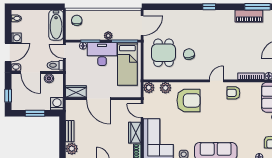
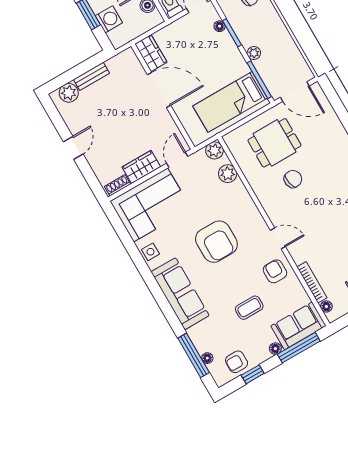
desk: (102, 54) -> (224, 59), removed
door: (99, 99) -> (159, 90), swing flipped
armchair: (188, 100) -> (216, 242), moved
washing machine: (57, 104) -> (109, 19), moved
coffee table: (245, 118) -> (249, 308), added

